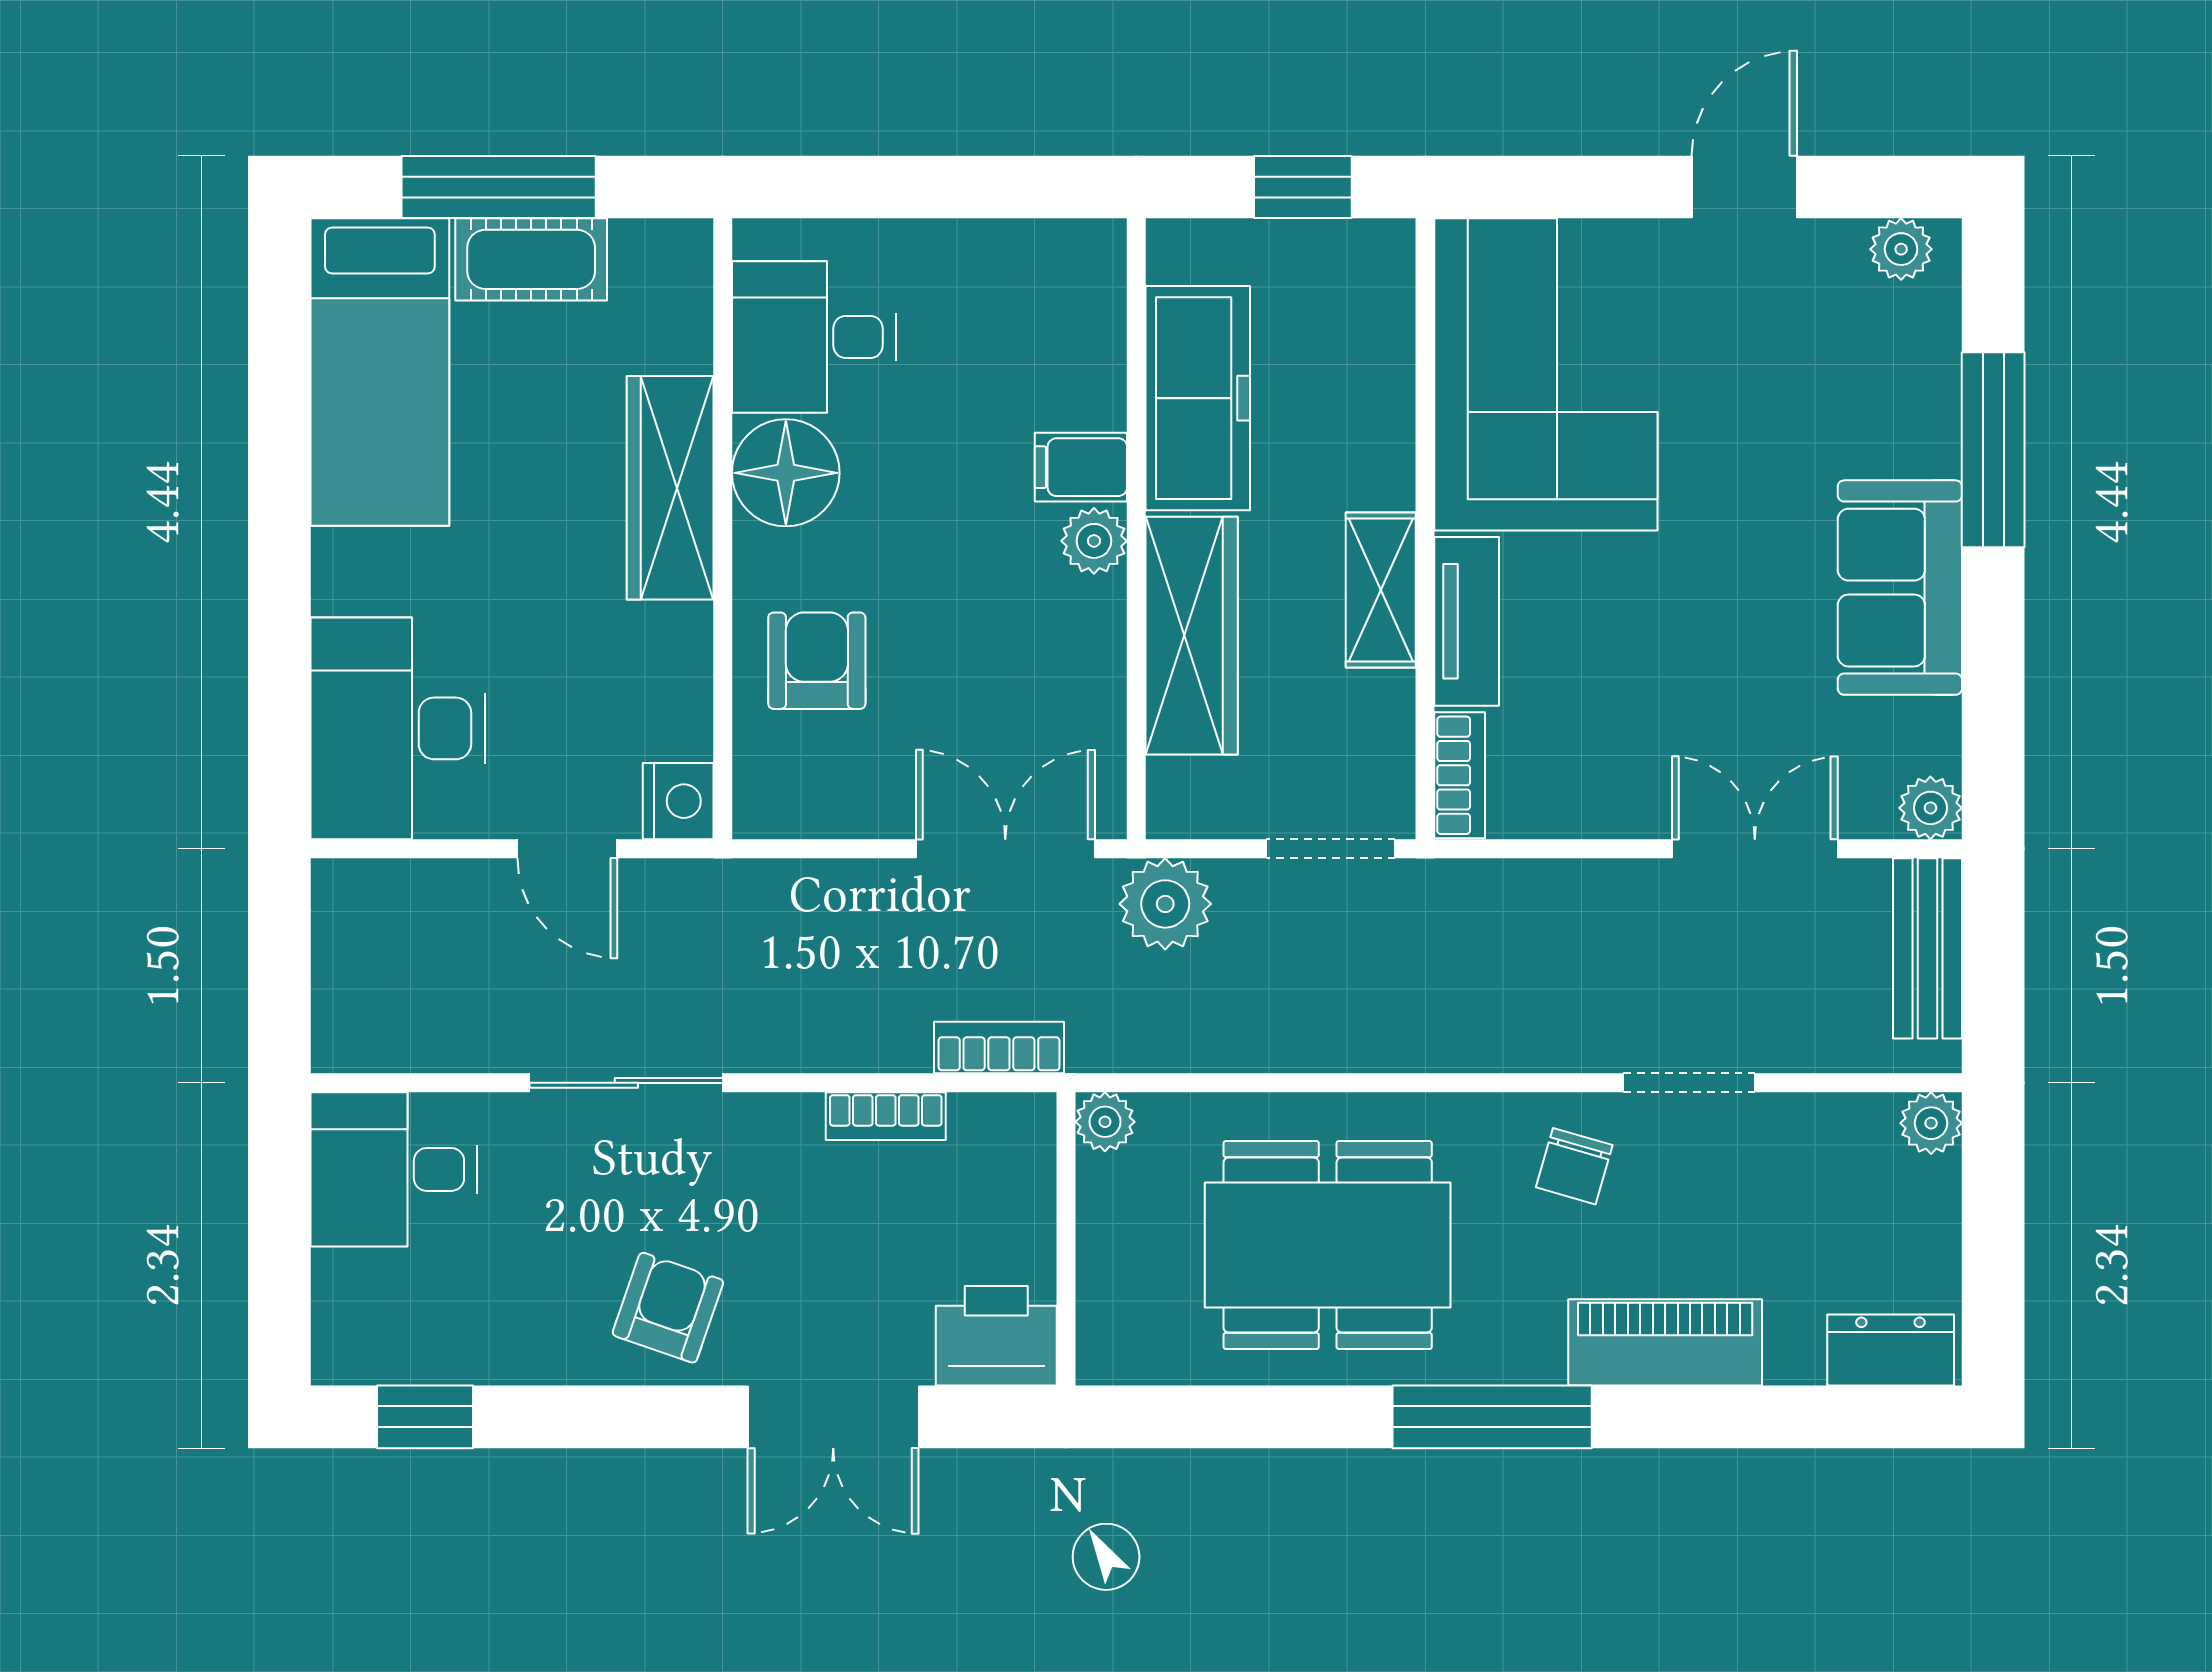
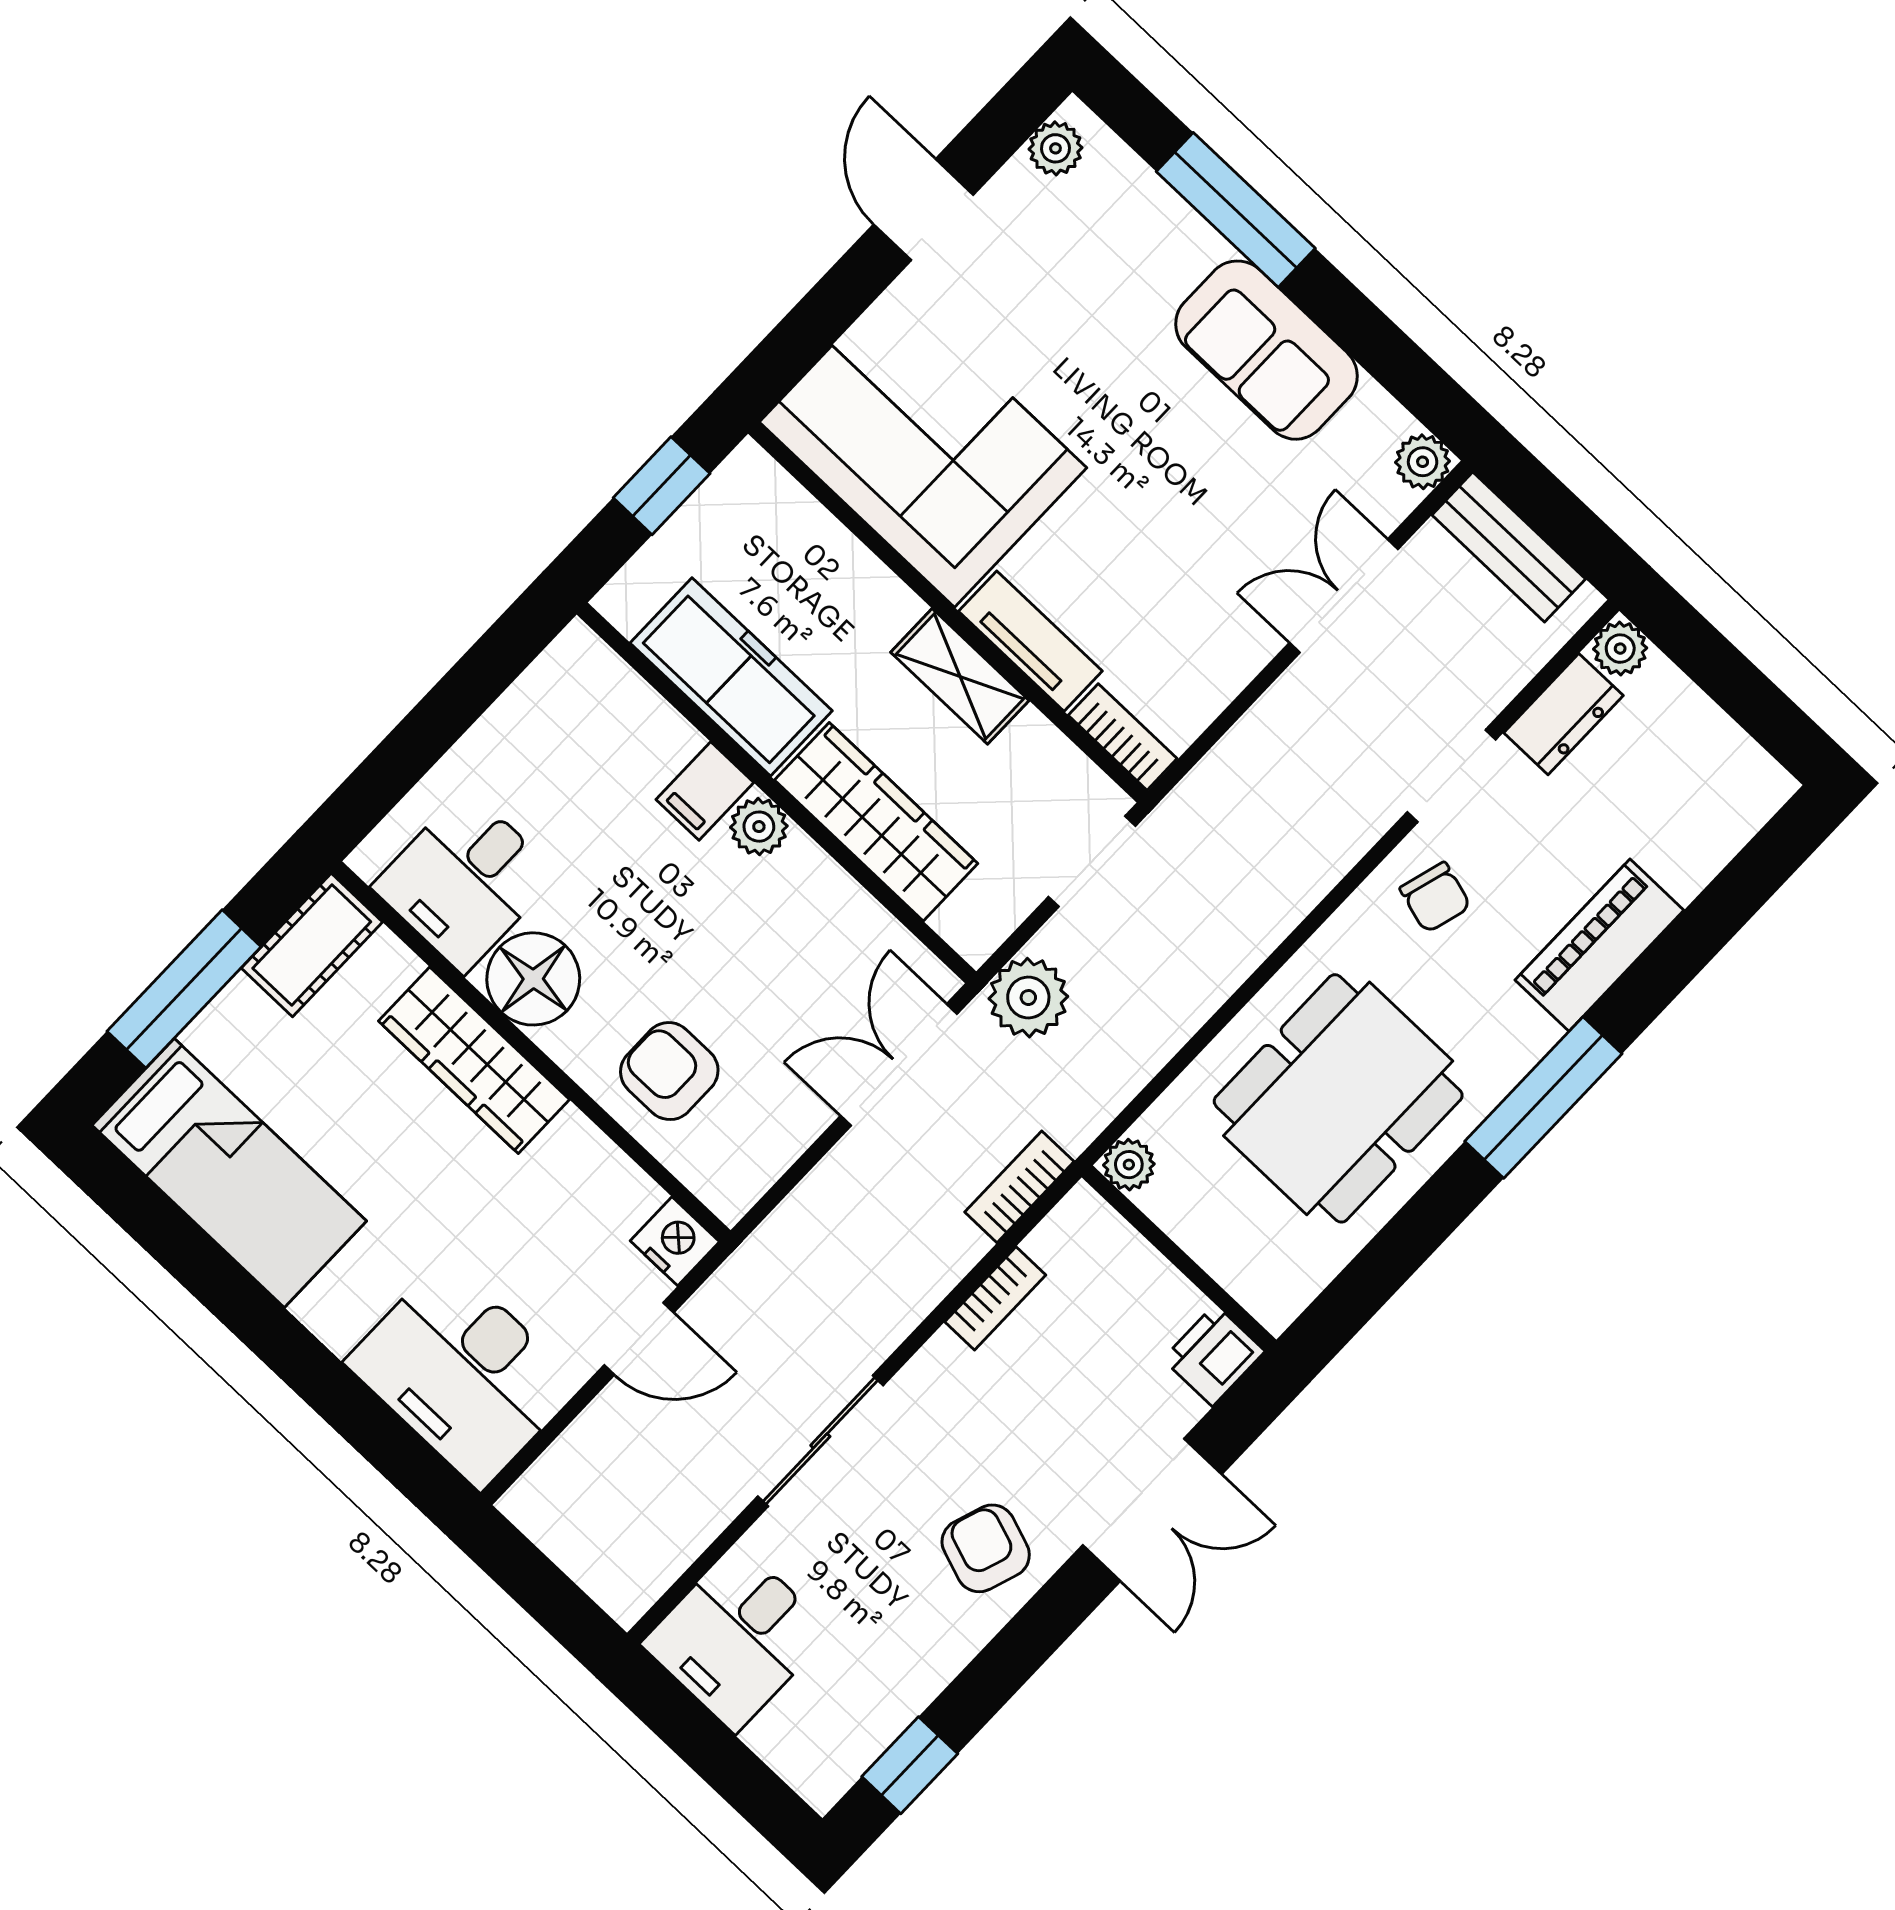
cot: (531, 259) -> (312, 945), moved
printer: (996, 1336) -> (1214, 1355), width x0.73, depth x0.81
dresser: (1891, 1350) -> (1563, 714), moved, turned 180

